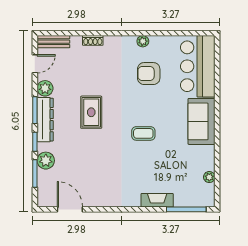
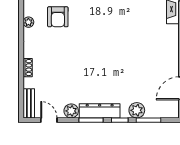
rug: (91, 112) -> (93, 69), removed
coffee table: (143, 133) -> (112, 22), removed

